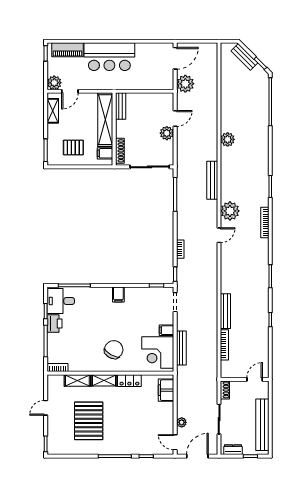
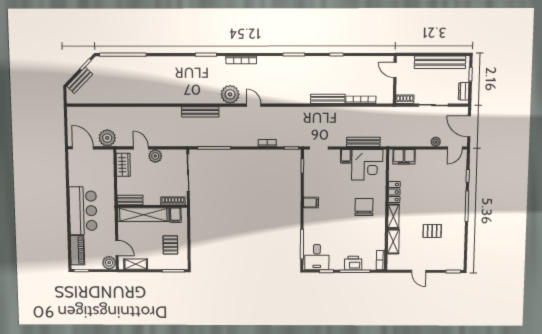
wardrobe: (158, 100) -> (123, 165), added
plant: (228, 139) -> (160, 97), removed
printer: (55, 323) -> (353, 263), moved
chair: (114, 350) -> (364, 207), turned 61
pallet: (89, 421) -> (432, 231), width x0.49, depth x0.50

